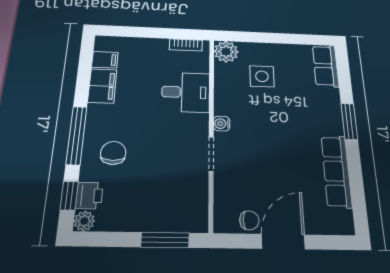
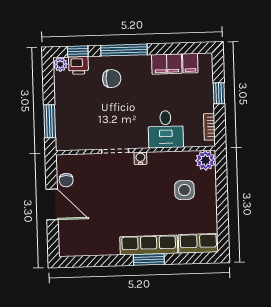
window: (146, 32) -> (219, 93), added
row of seats: (336, 171) -> (149, 245), moved

